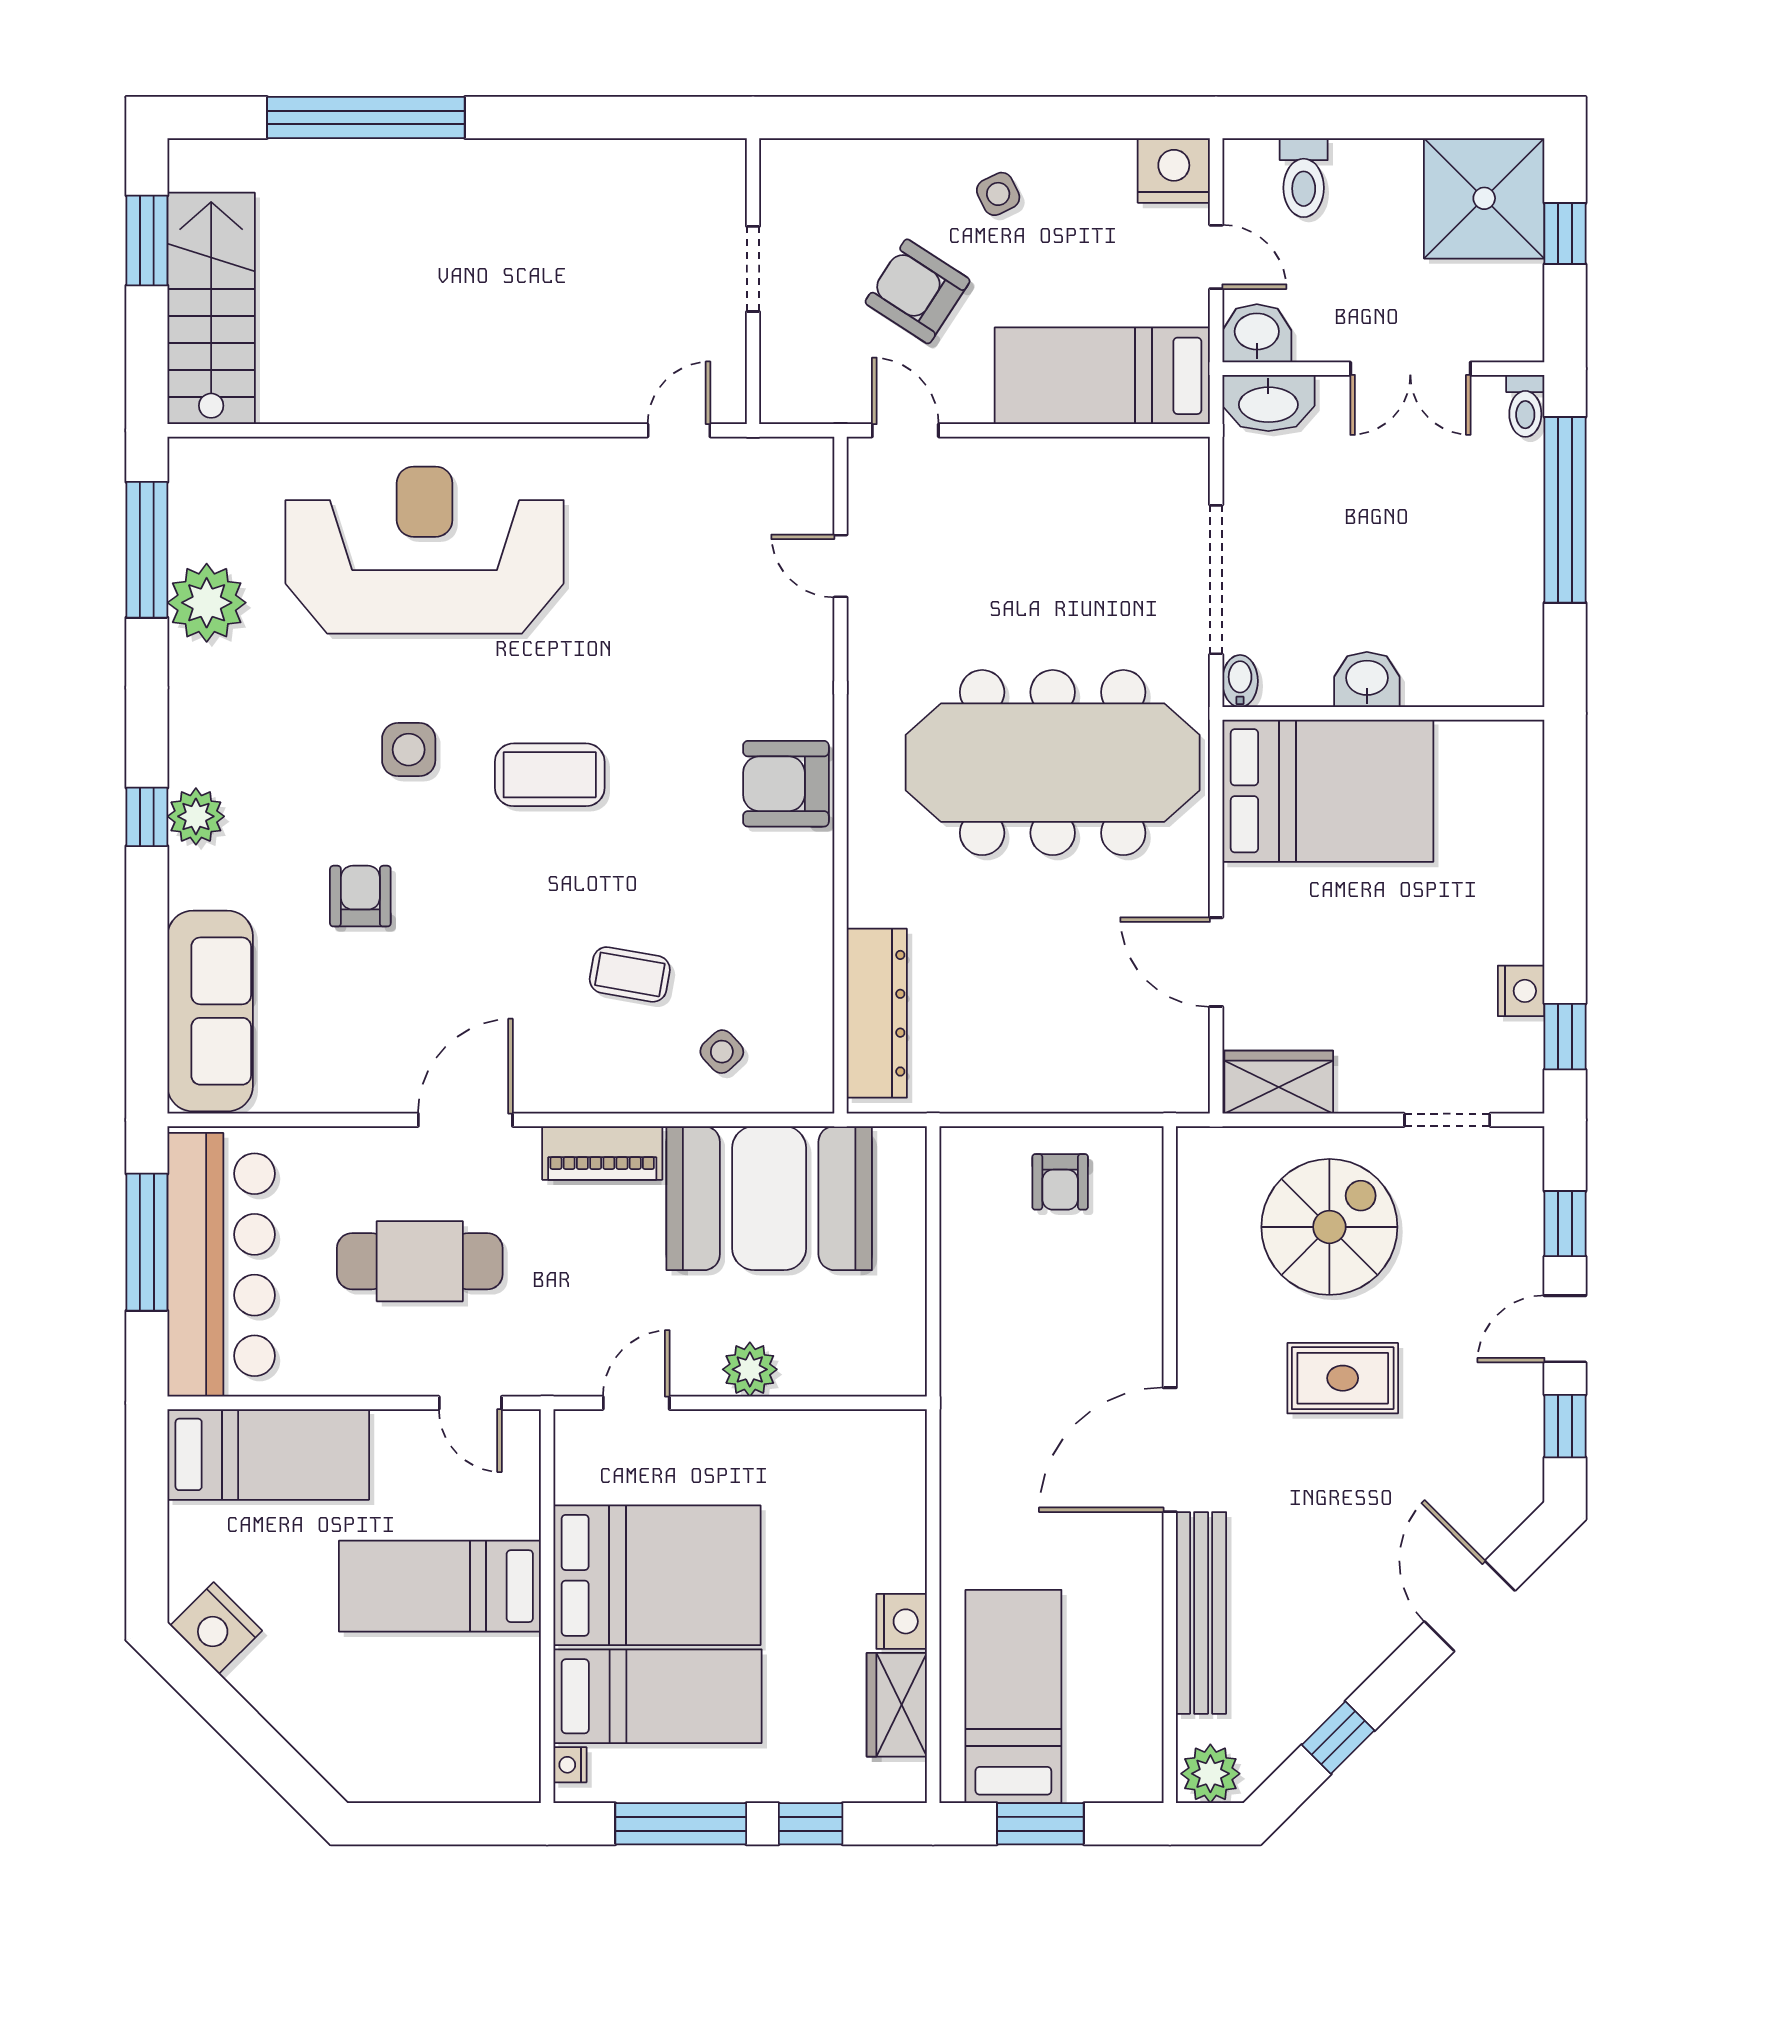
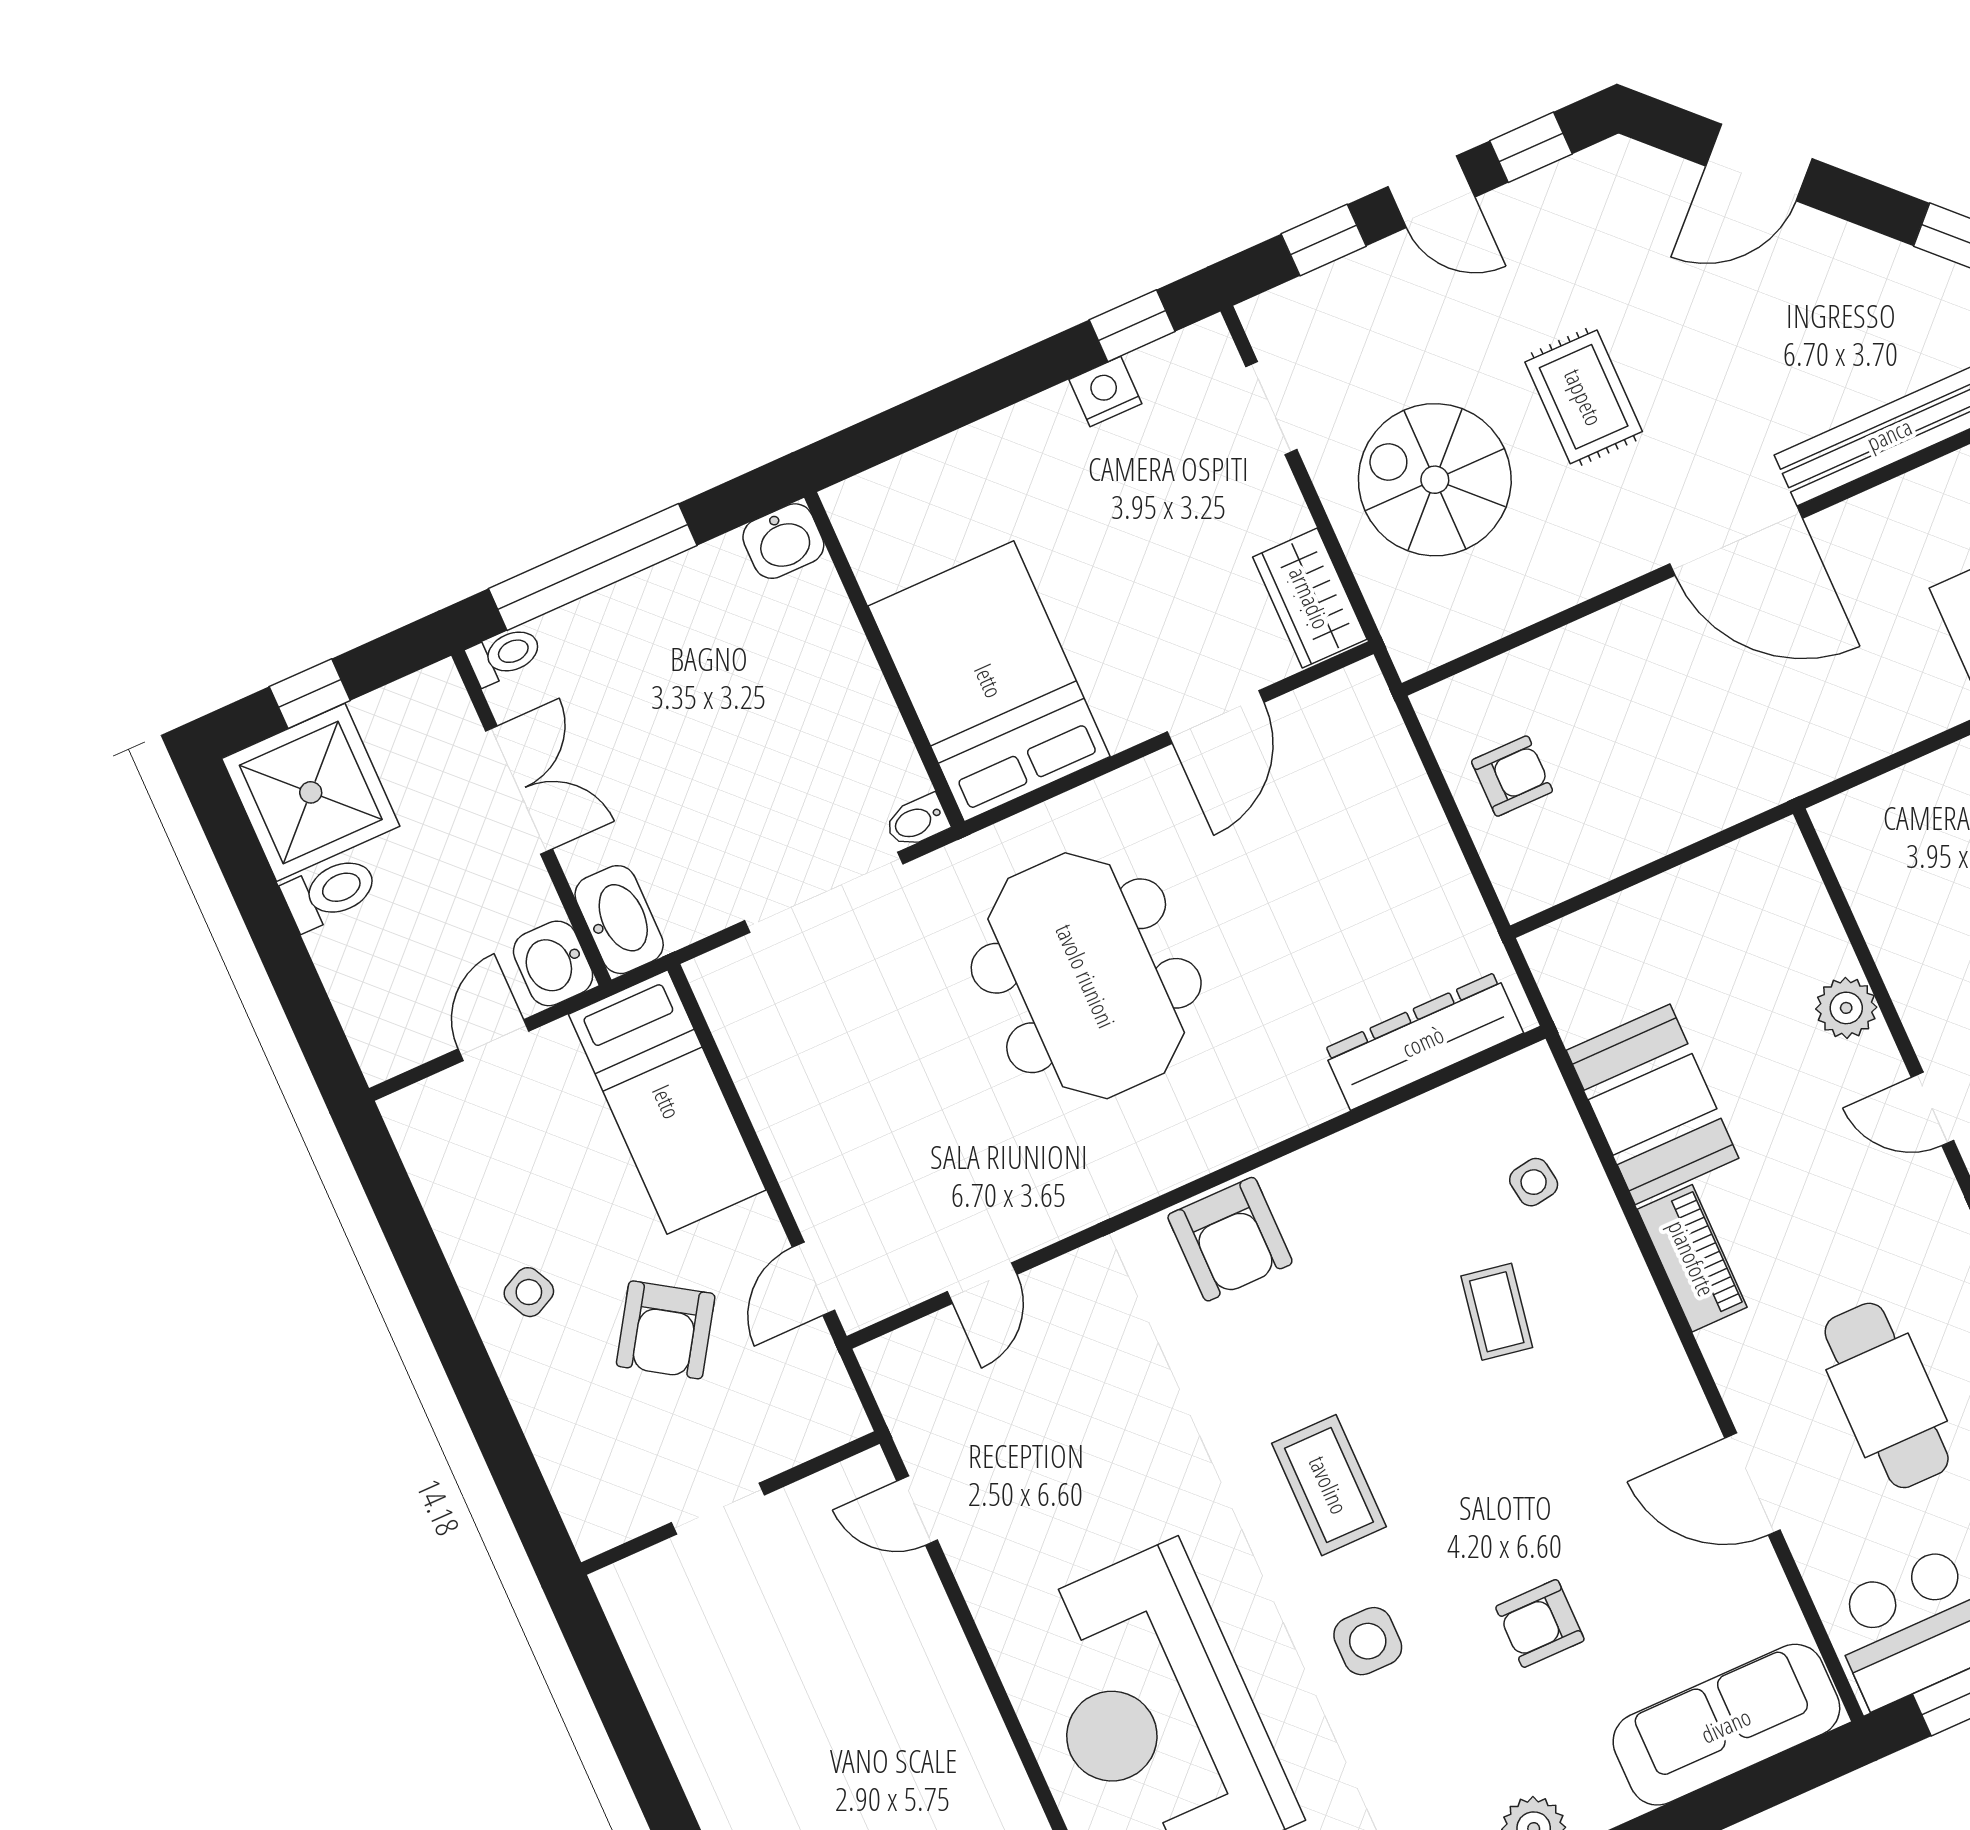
nightstand: (1174, 170) -> (424, 1123), removed
toilet: (1304, 178) -> (330, 892), moved
washbasin: (1367, 679) -> (783, 541), moved, turned -90
meeting table: (1053, 763) -> (1086, 976), width x0.73
side table: (722, 1052) -> (1534, 1182), turned 34
door: (465, 1120) -> (1753, 1484), moved
booth: (769, 1198) -> (1652, 1104), width x0.73, depth x0.70

